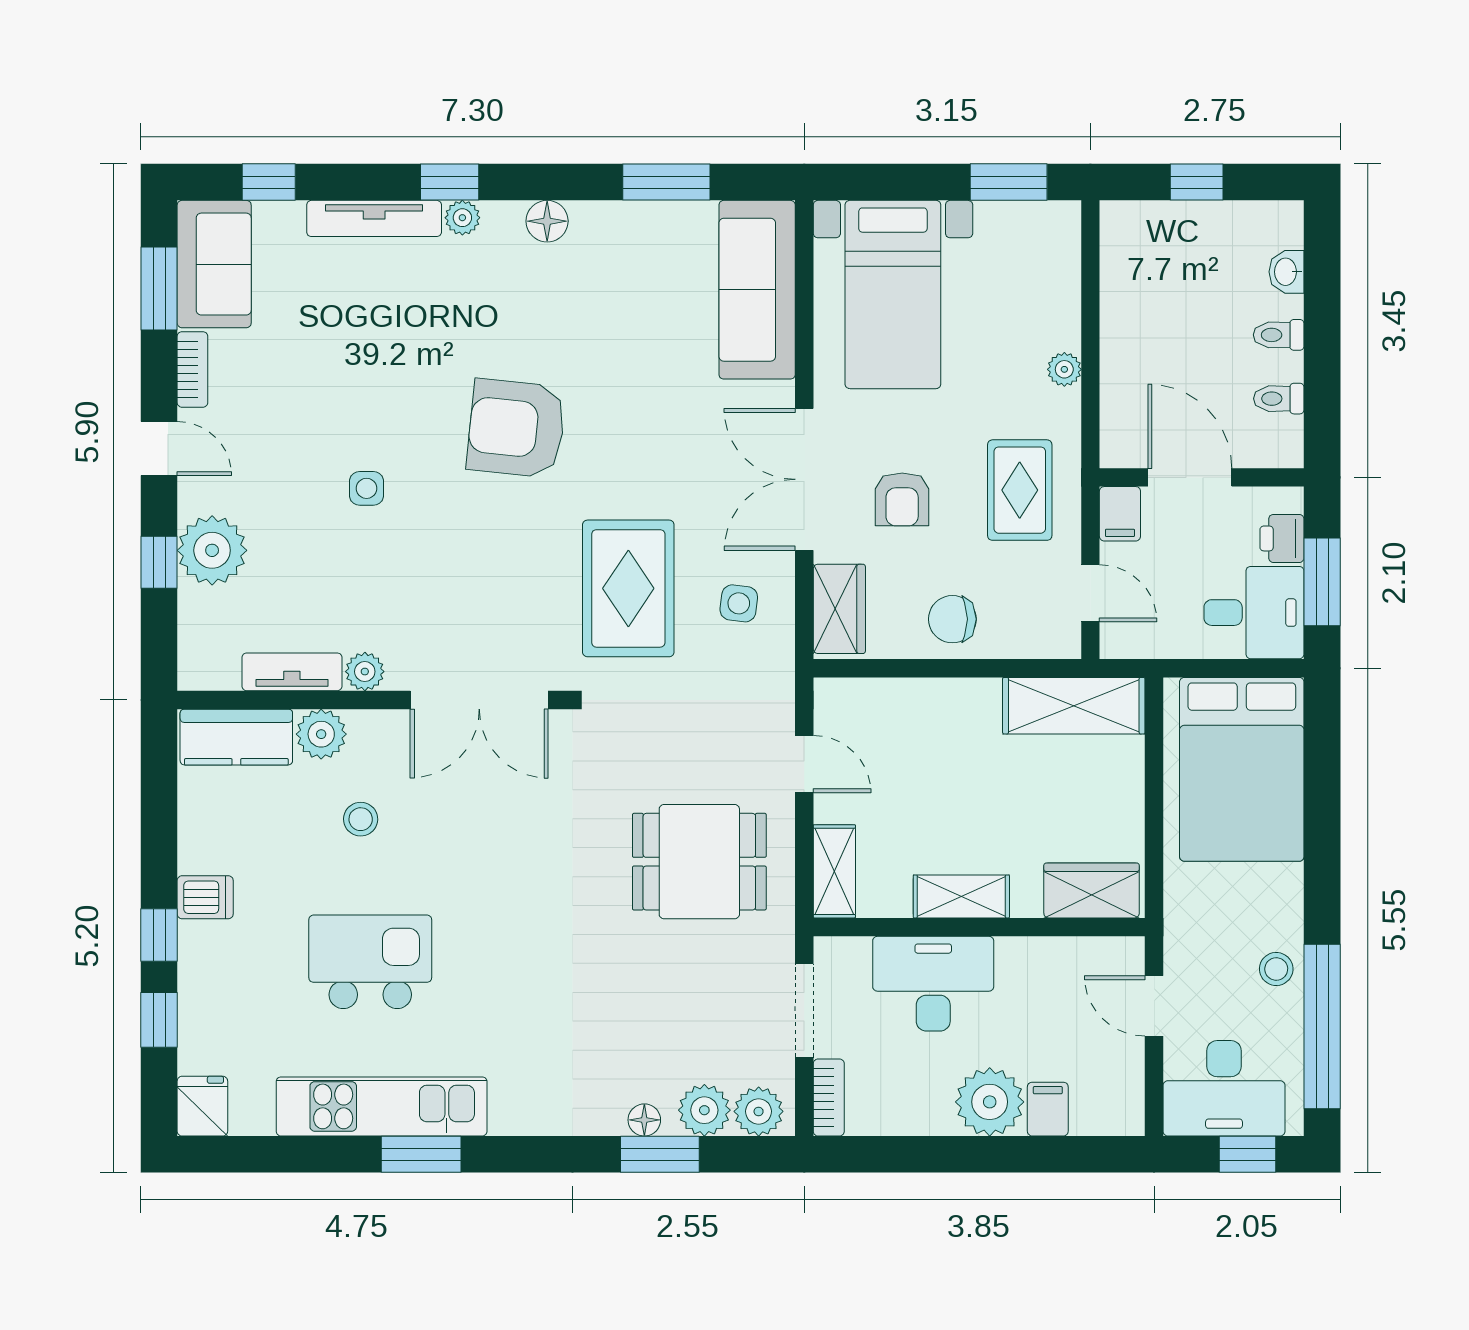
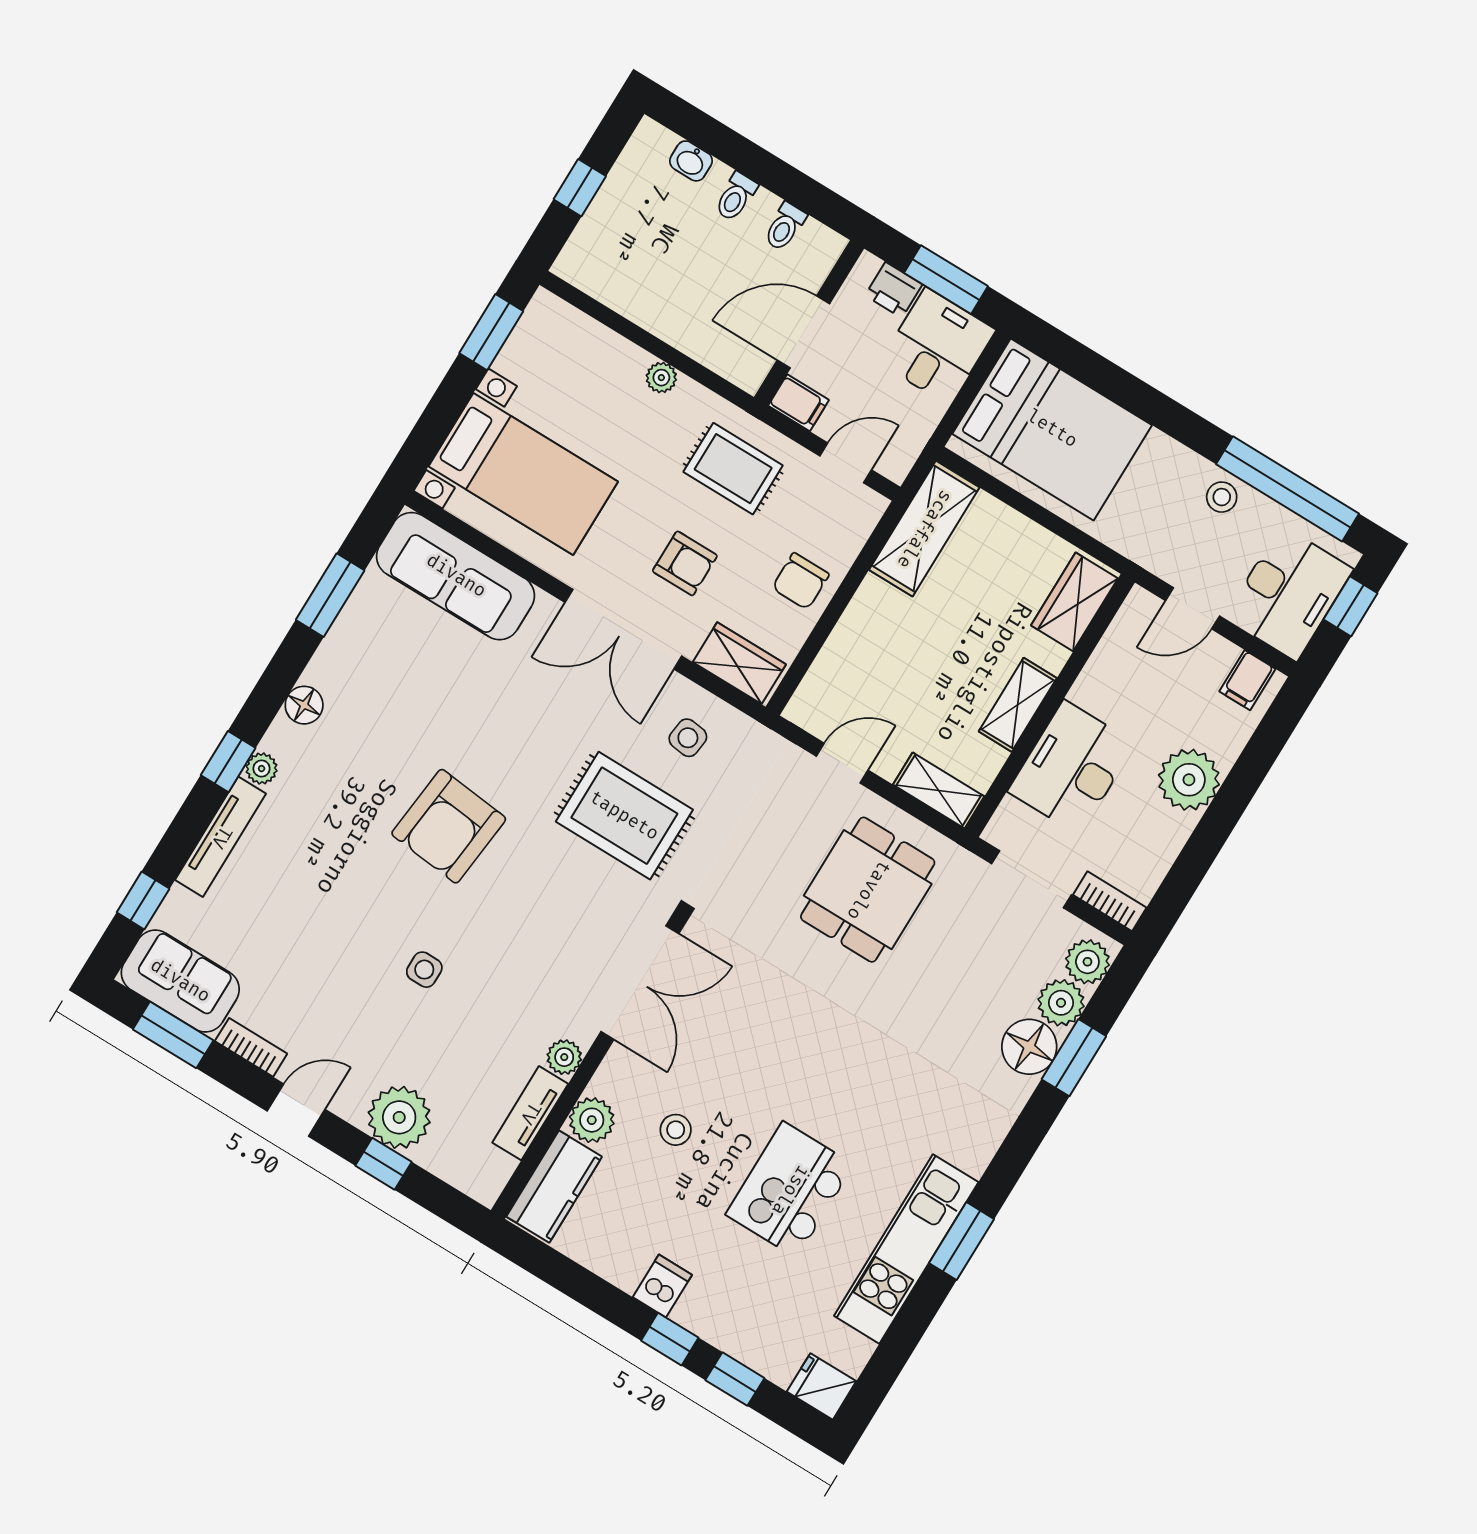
filing cabinet: (1048, 1109) -> (1247, 680), moved, turned -90
floor lamp: (644, 1120) -> (1029, 1047), width x1.89, depth x1.89

